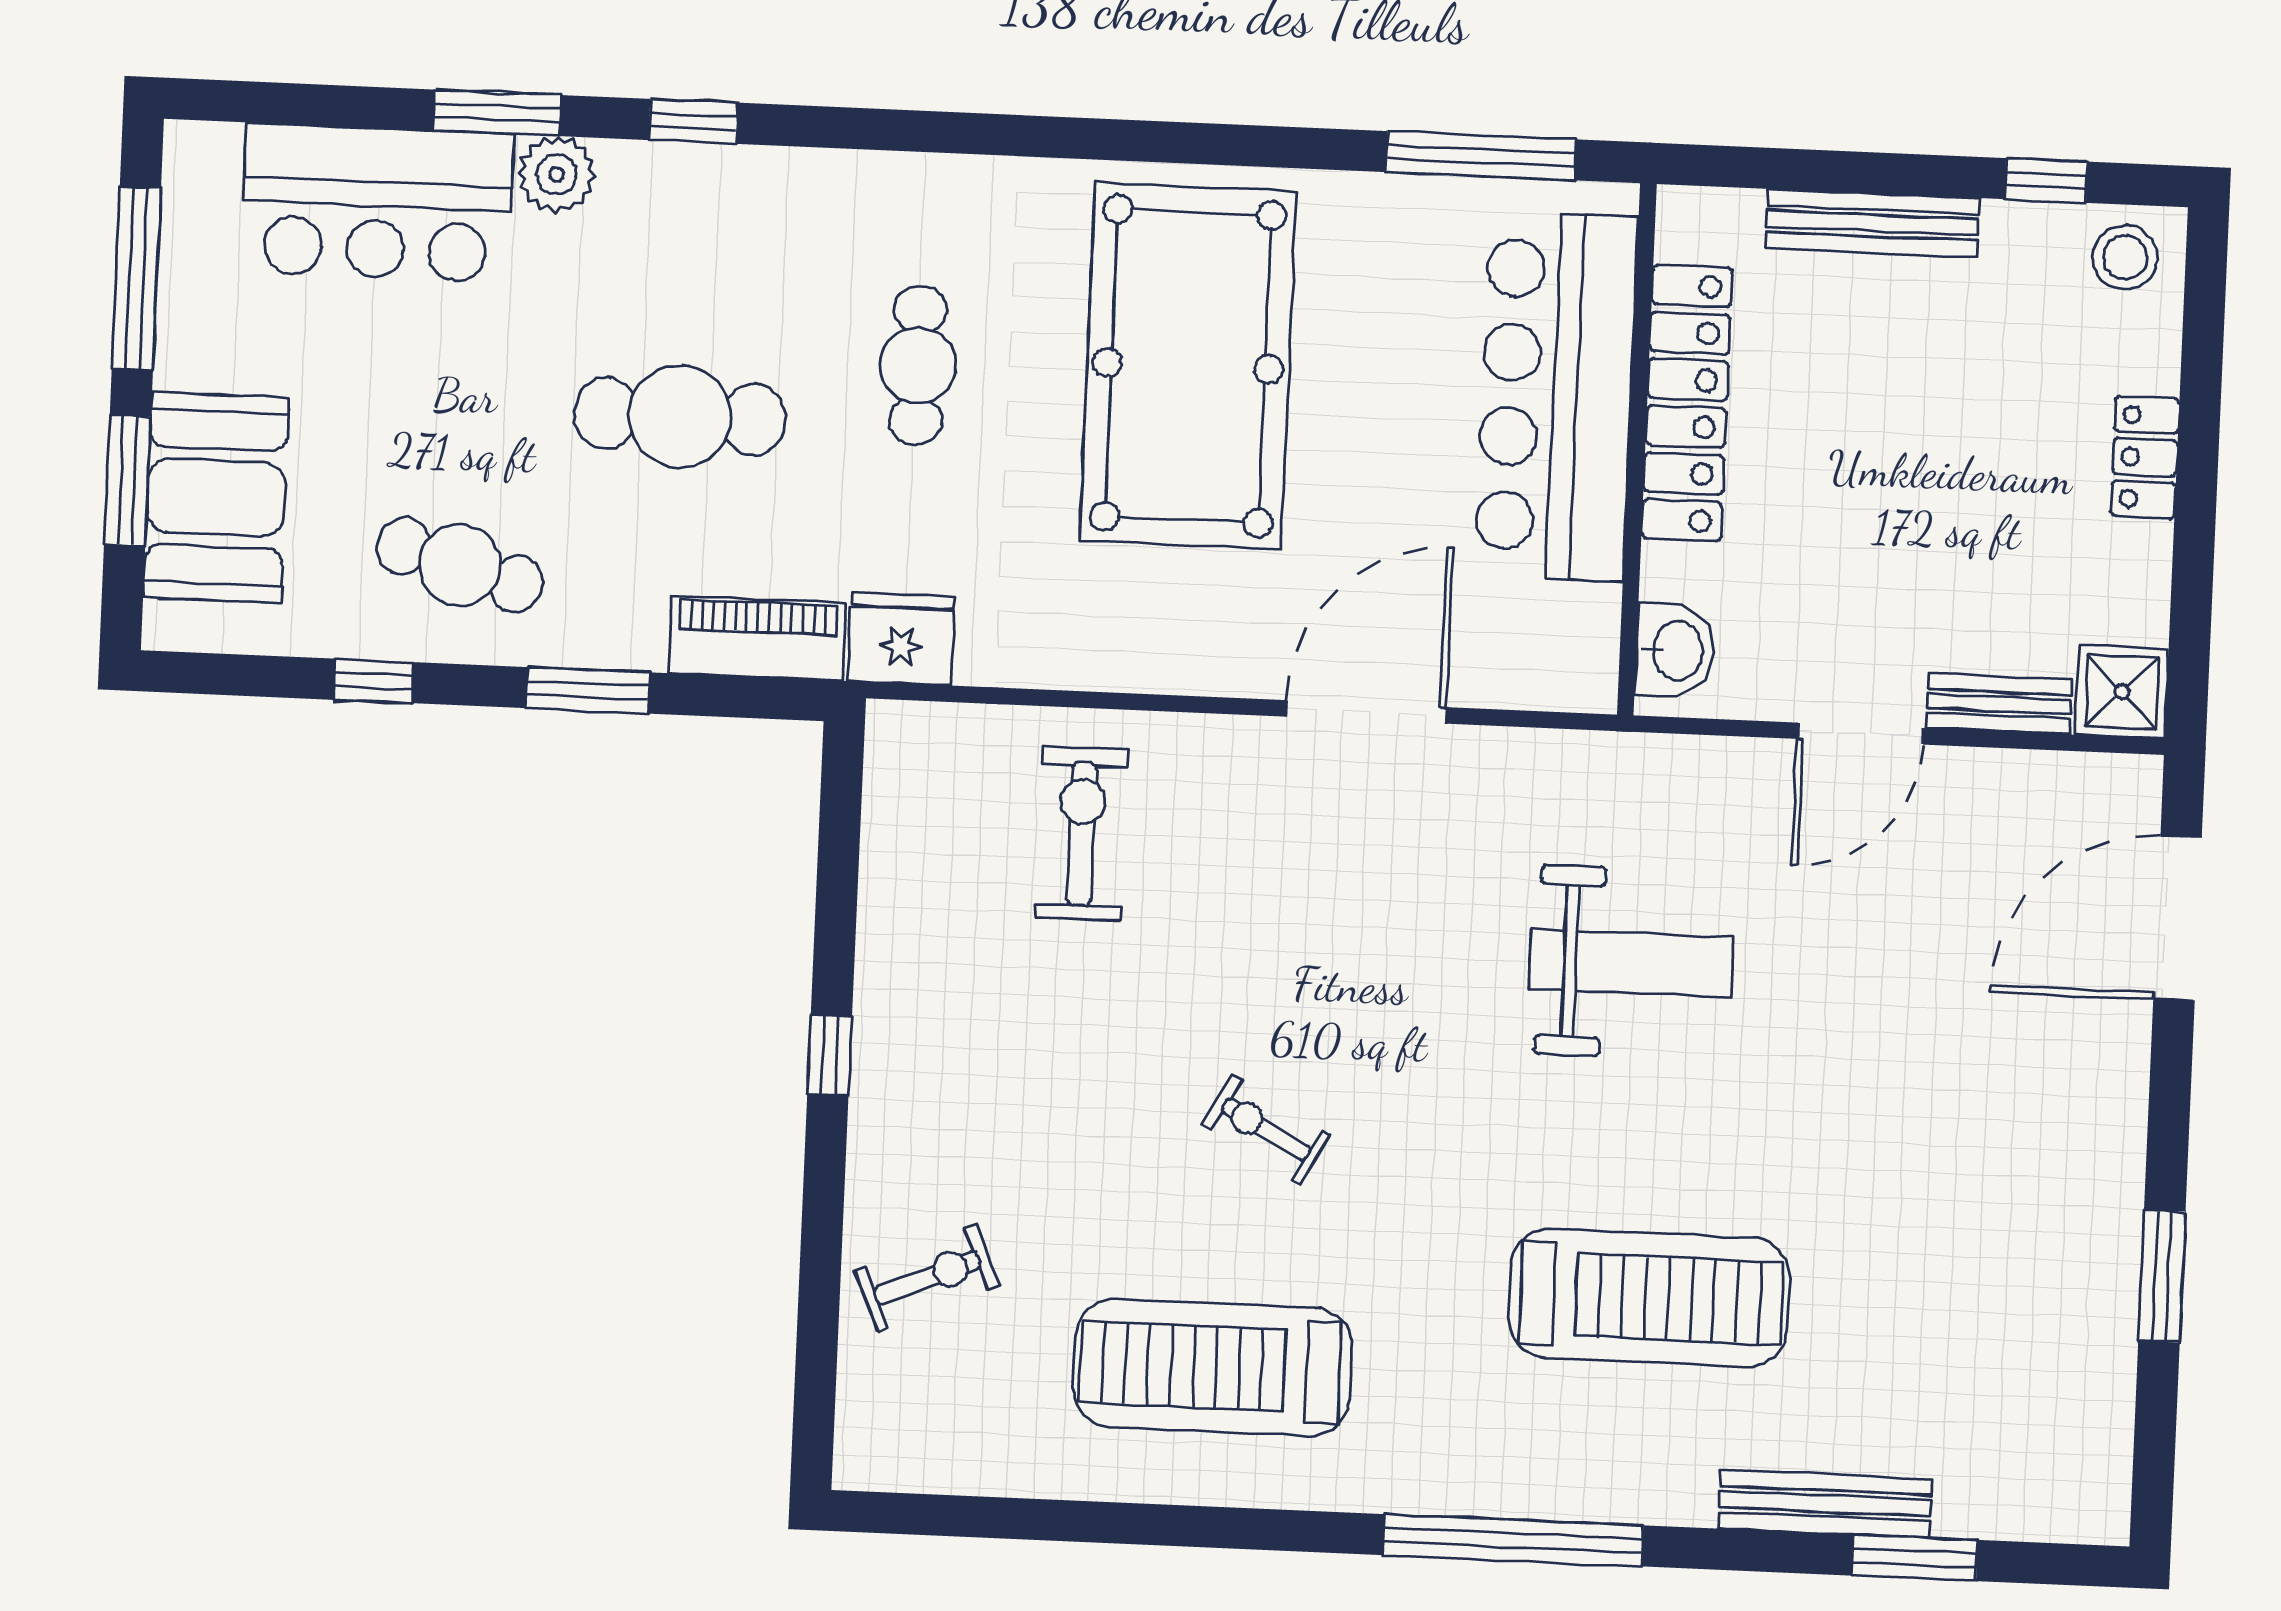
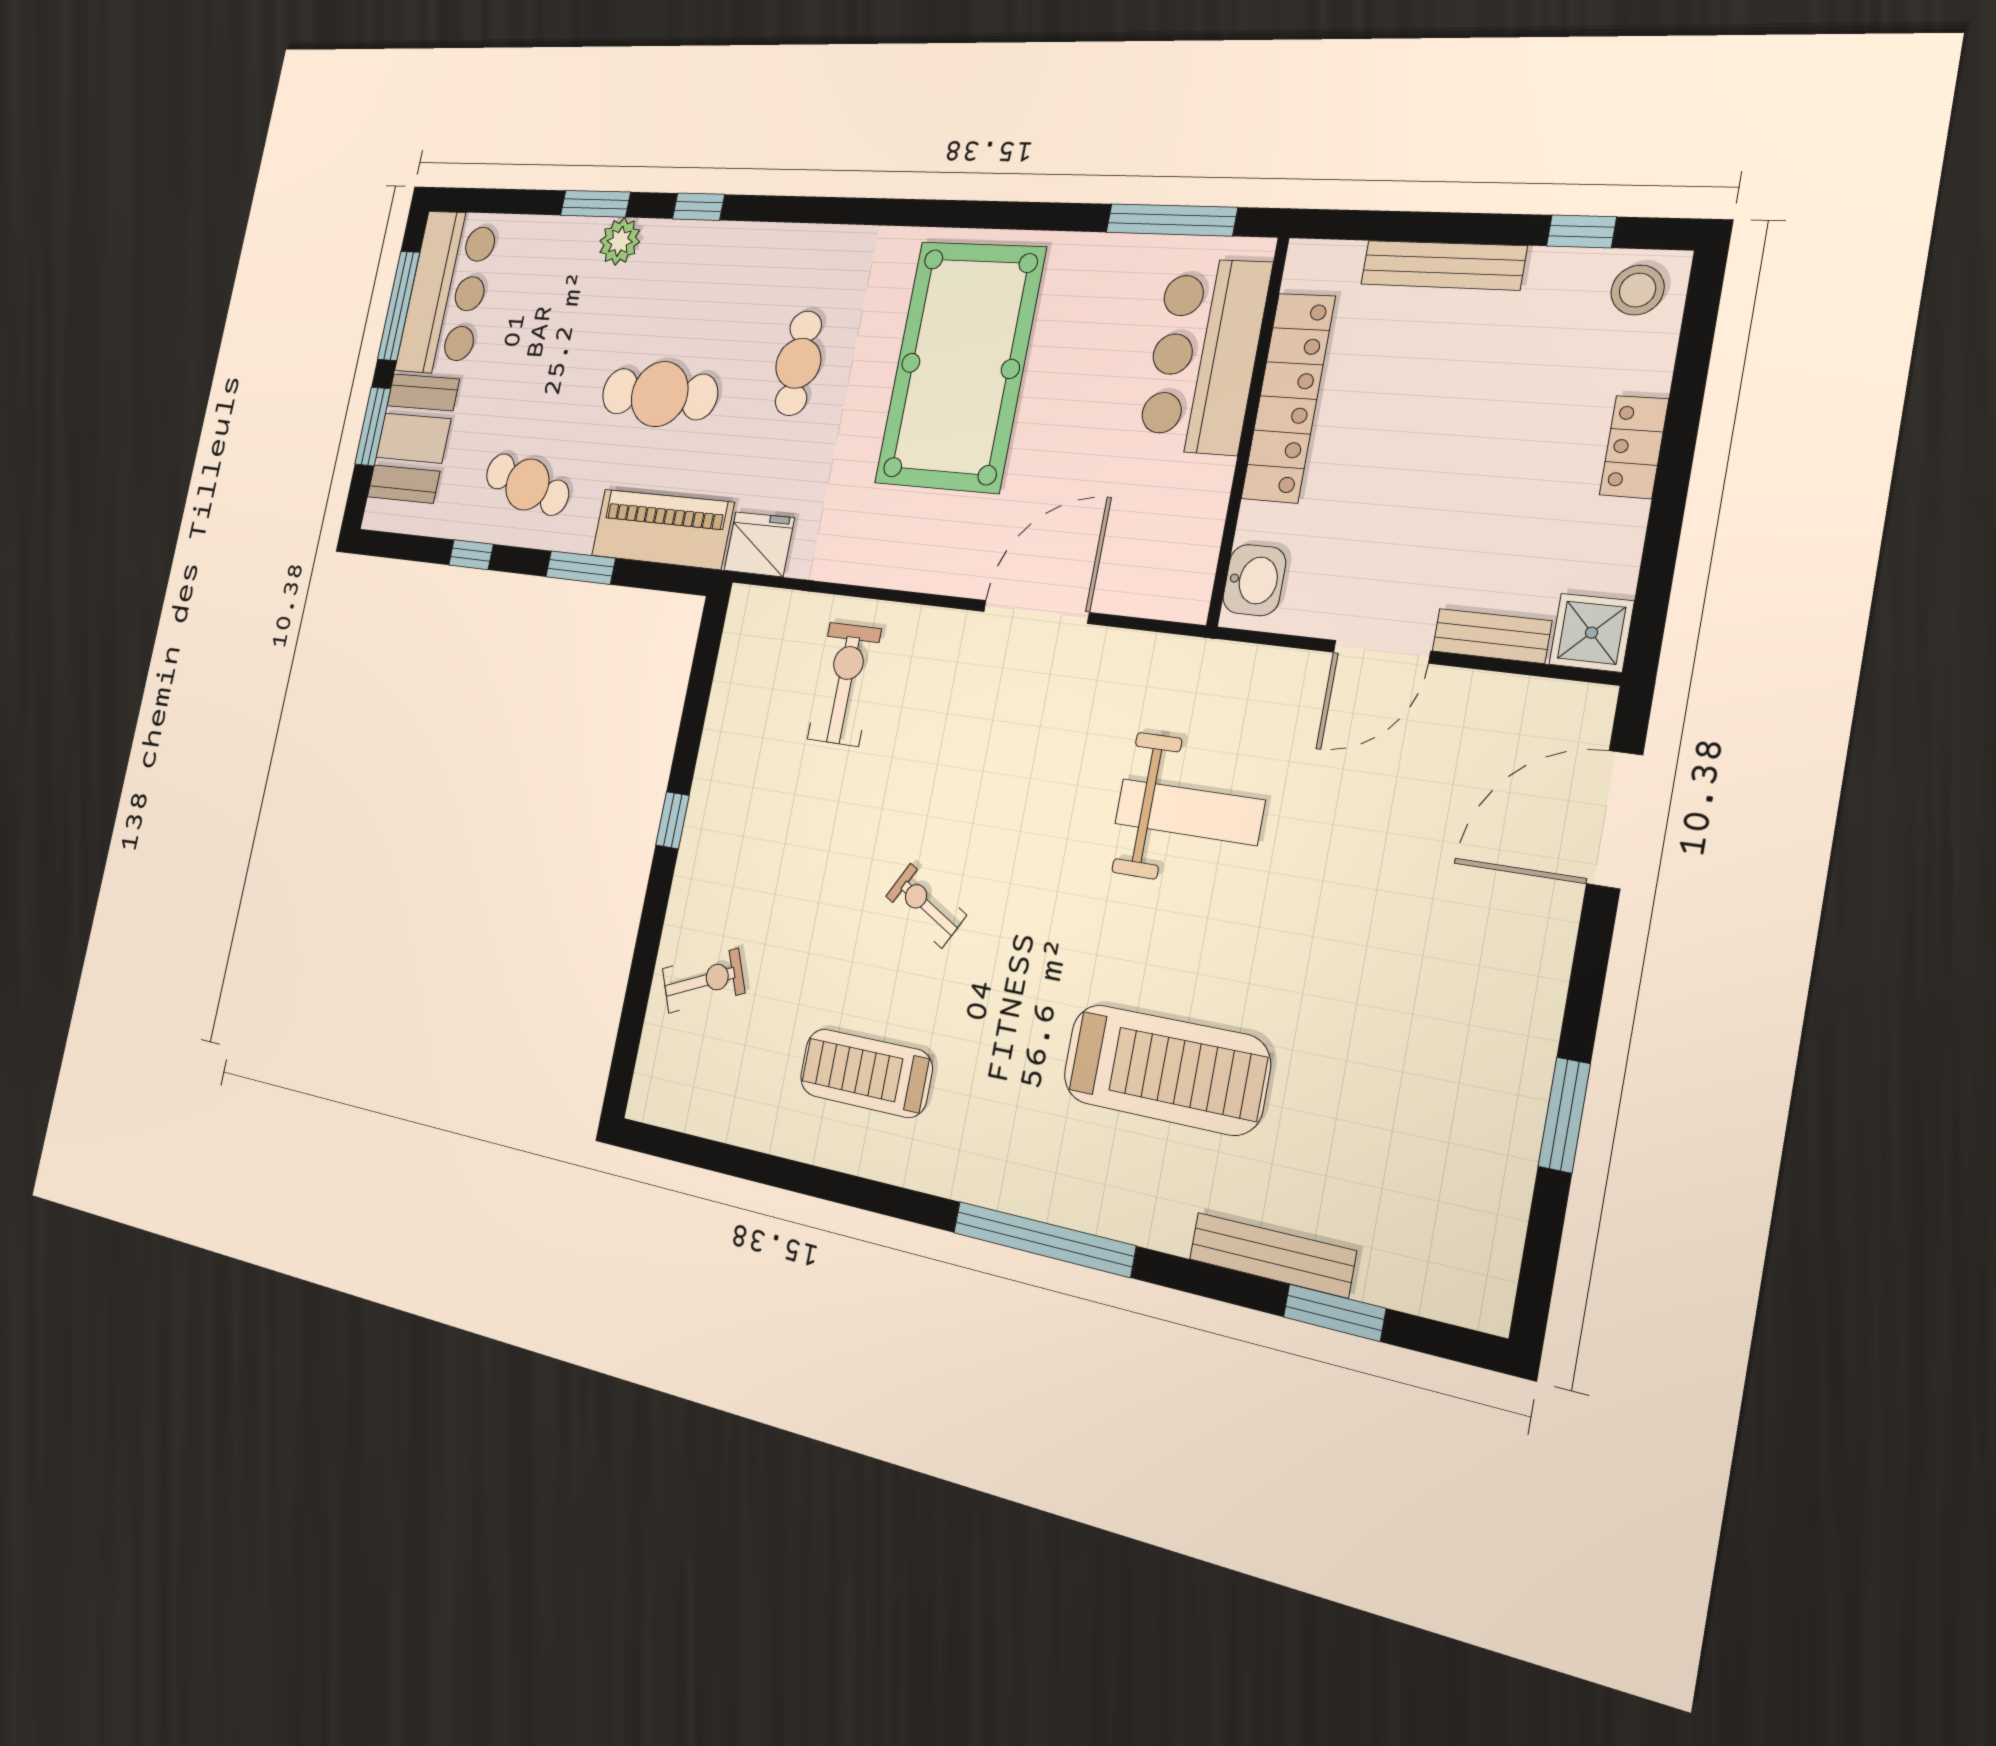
bar counter: (377, 203) -> (447, 293), moved, turned -90
bar counter: (1556, 396) -> (1204, 356), width x0.73
piano: (757, 638) -> (662, 529), width x1.37, depth x1.33
treadmill: (1213, 1368) -> (866, 1073), width x0.73, depth x0.73

